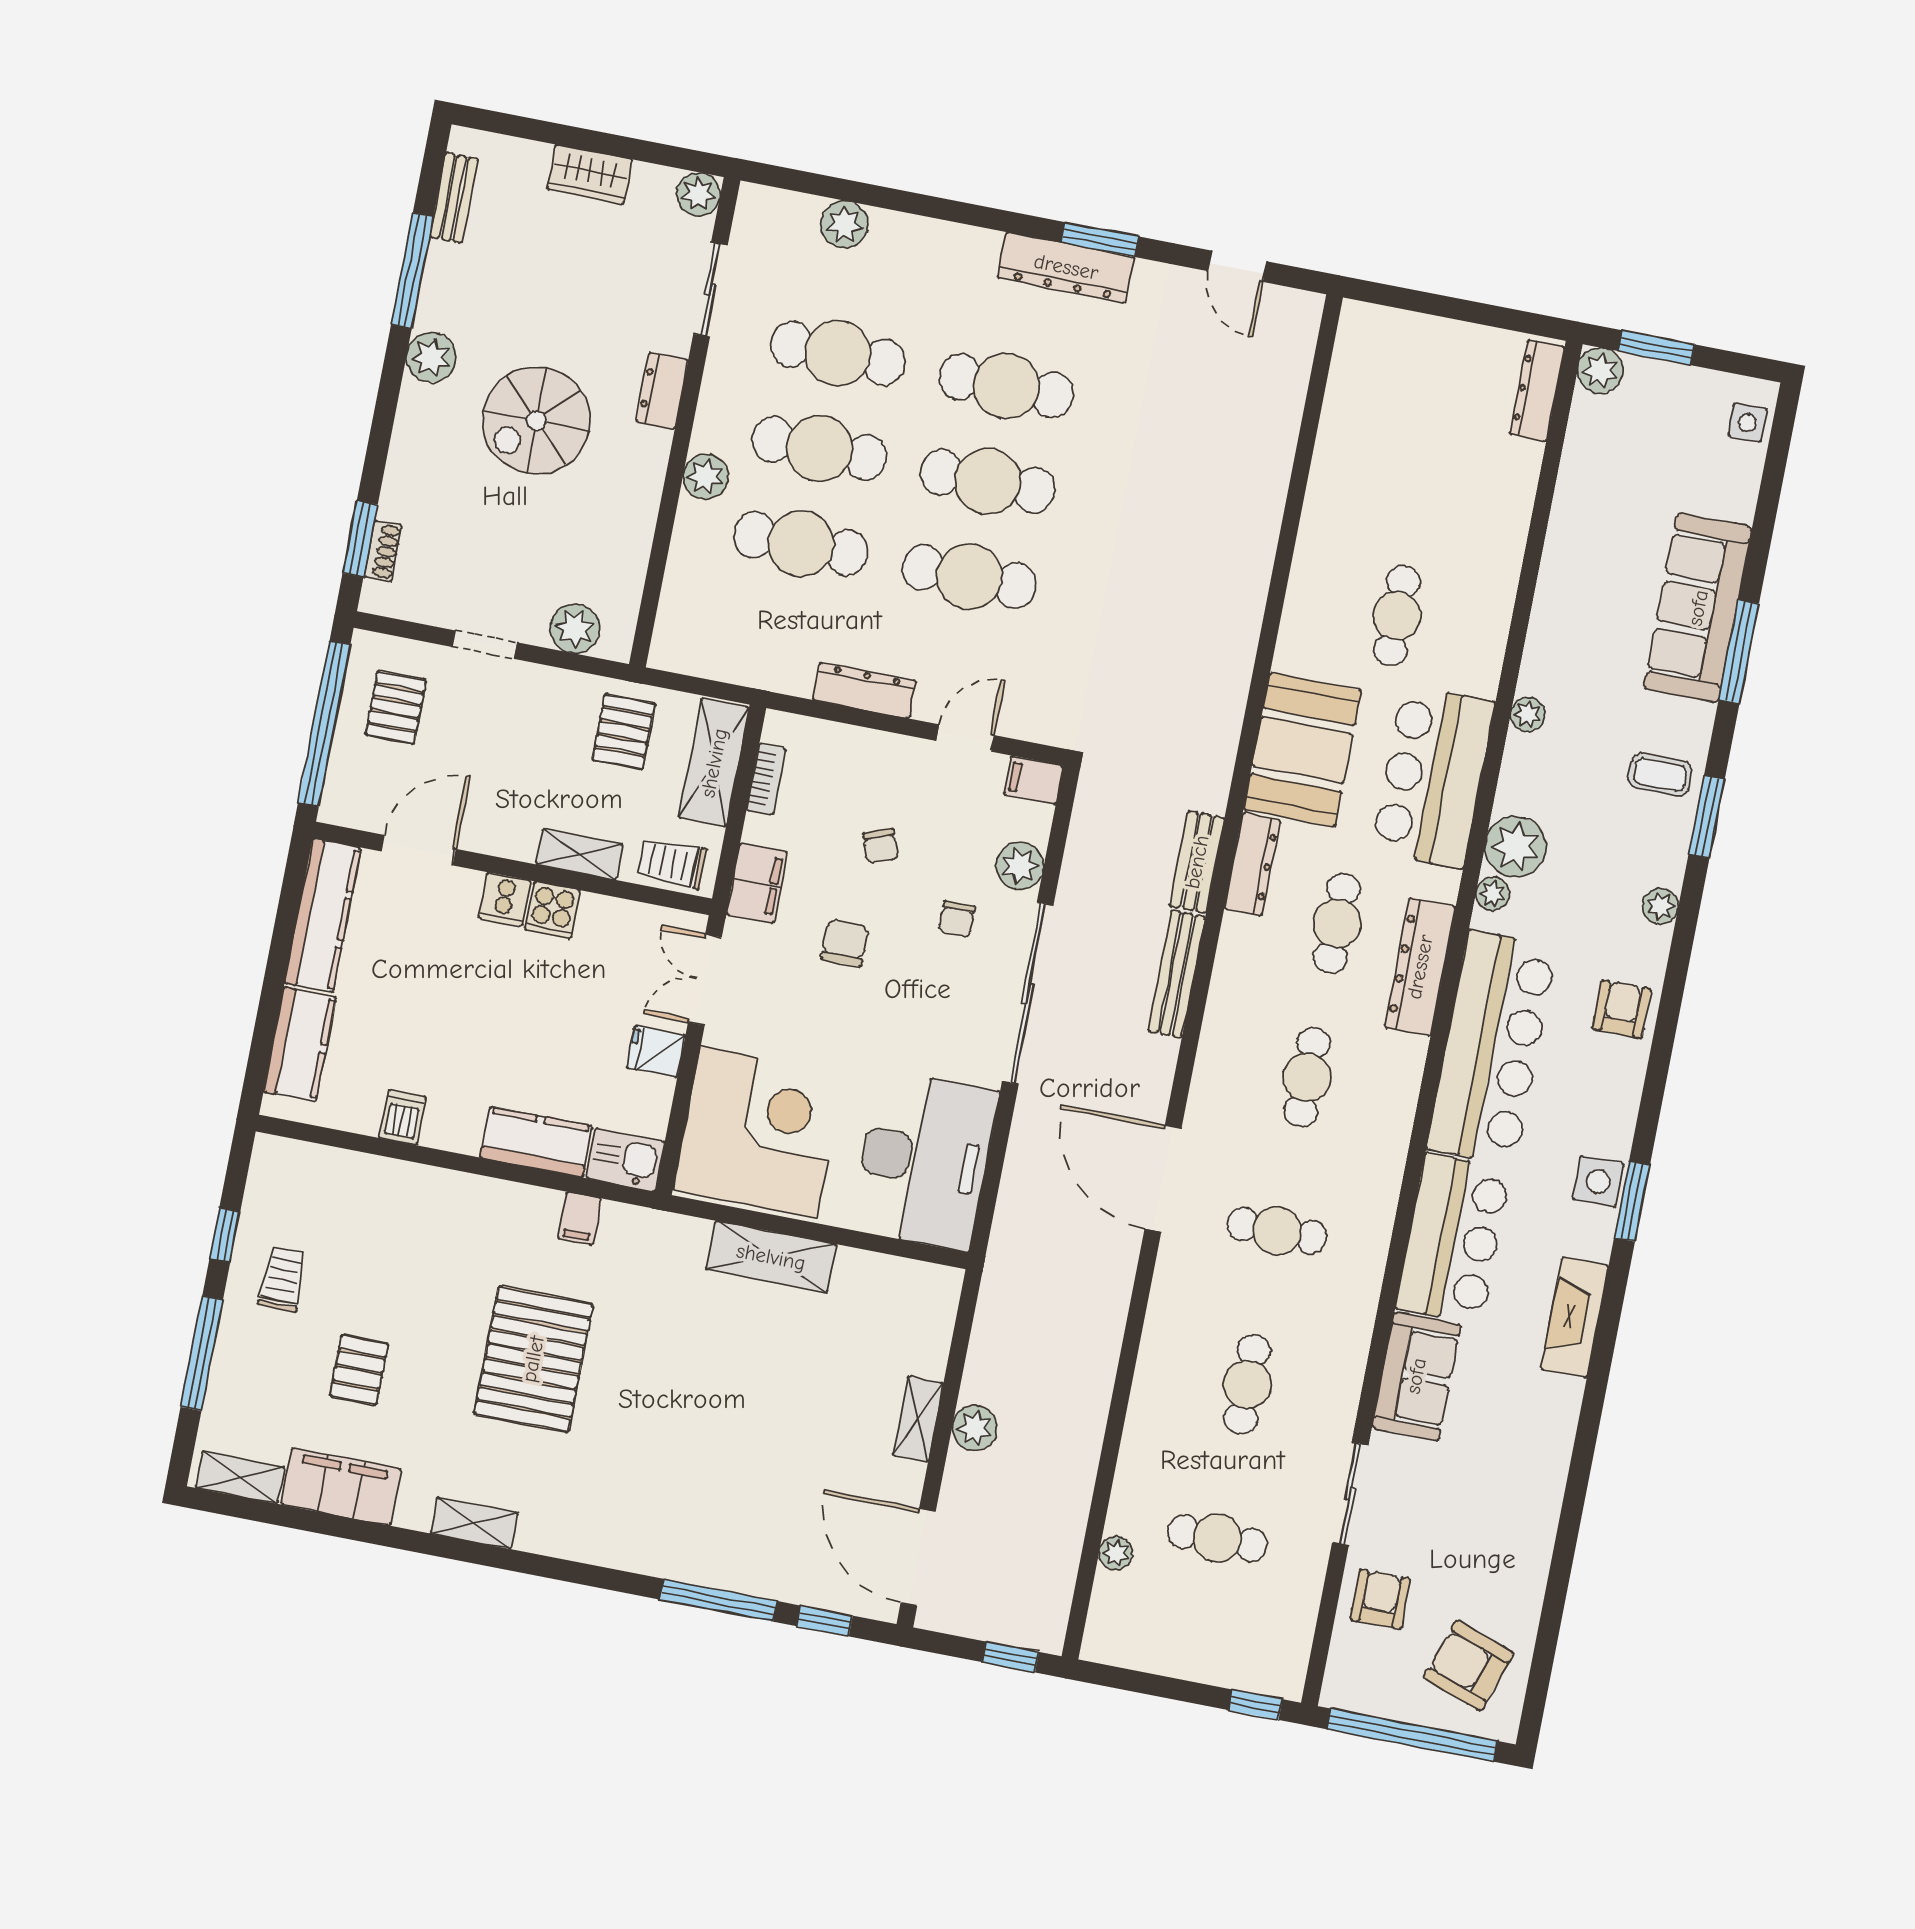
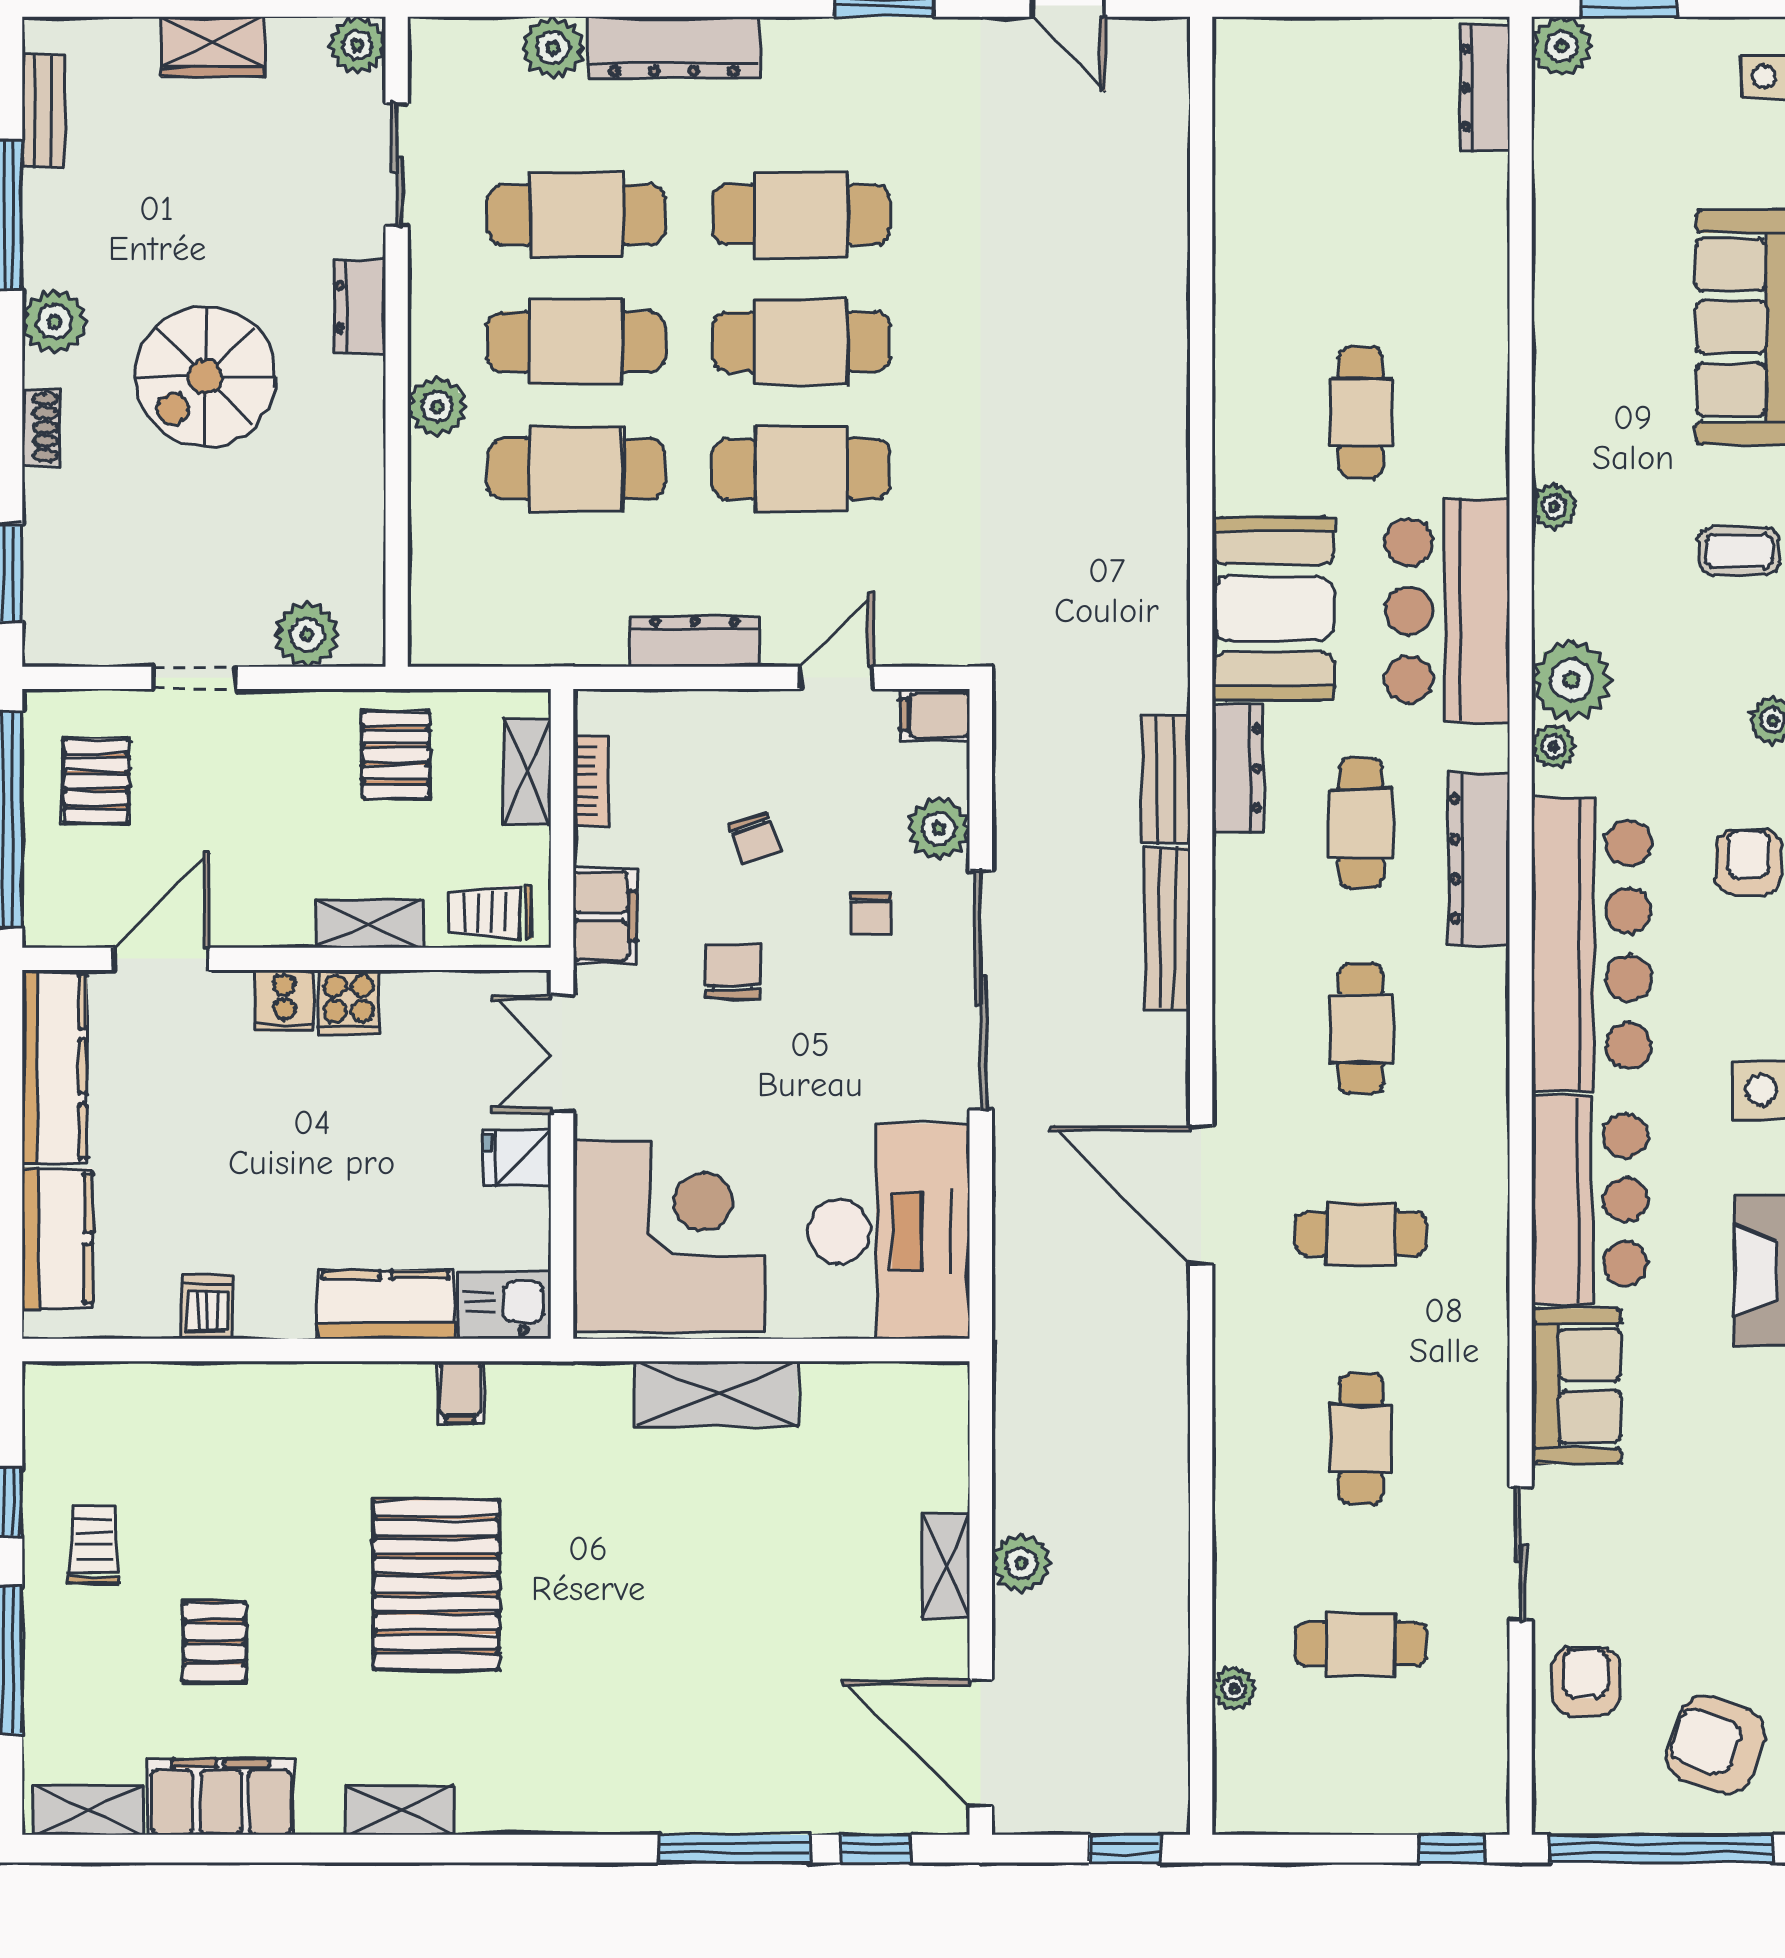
dresser: (1066, 267) -> (674, 47), moved
shoe rack: (383, 551) -> (41, 427), moved
shelving: (714, 763) -> (527, 772), width x0.67, depth x0.75

